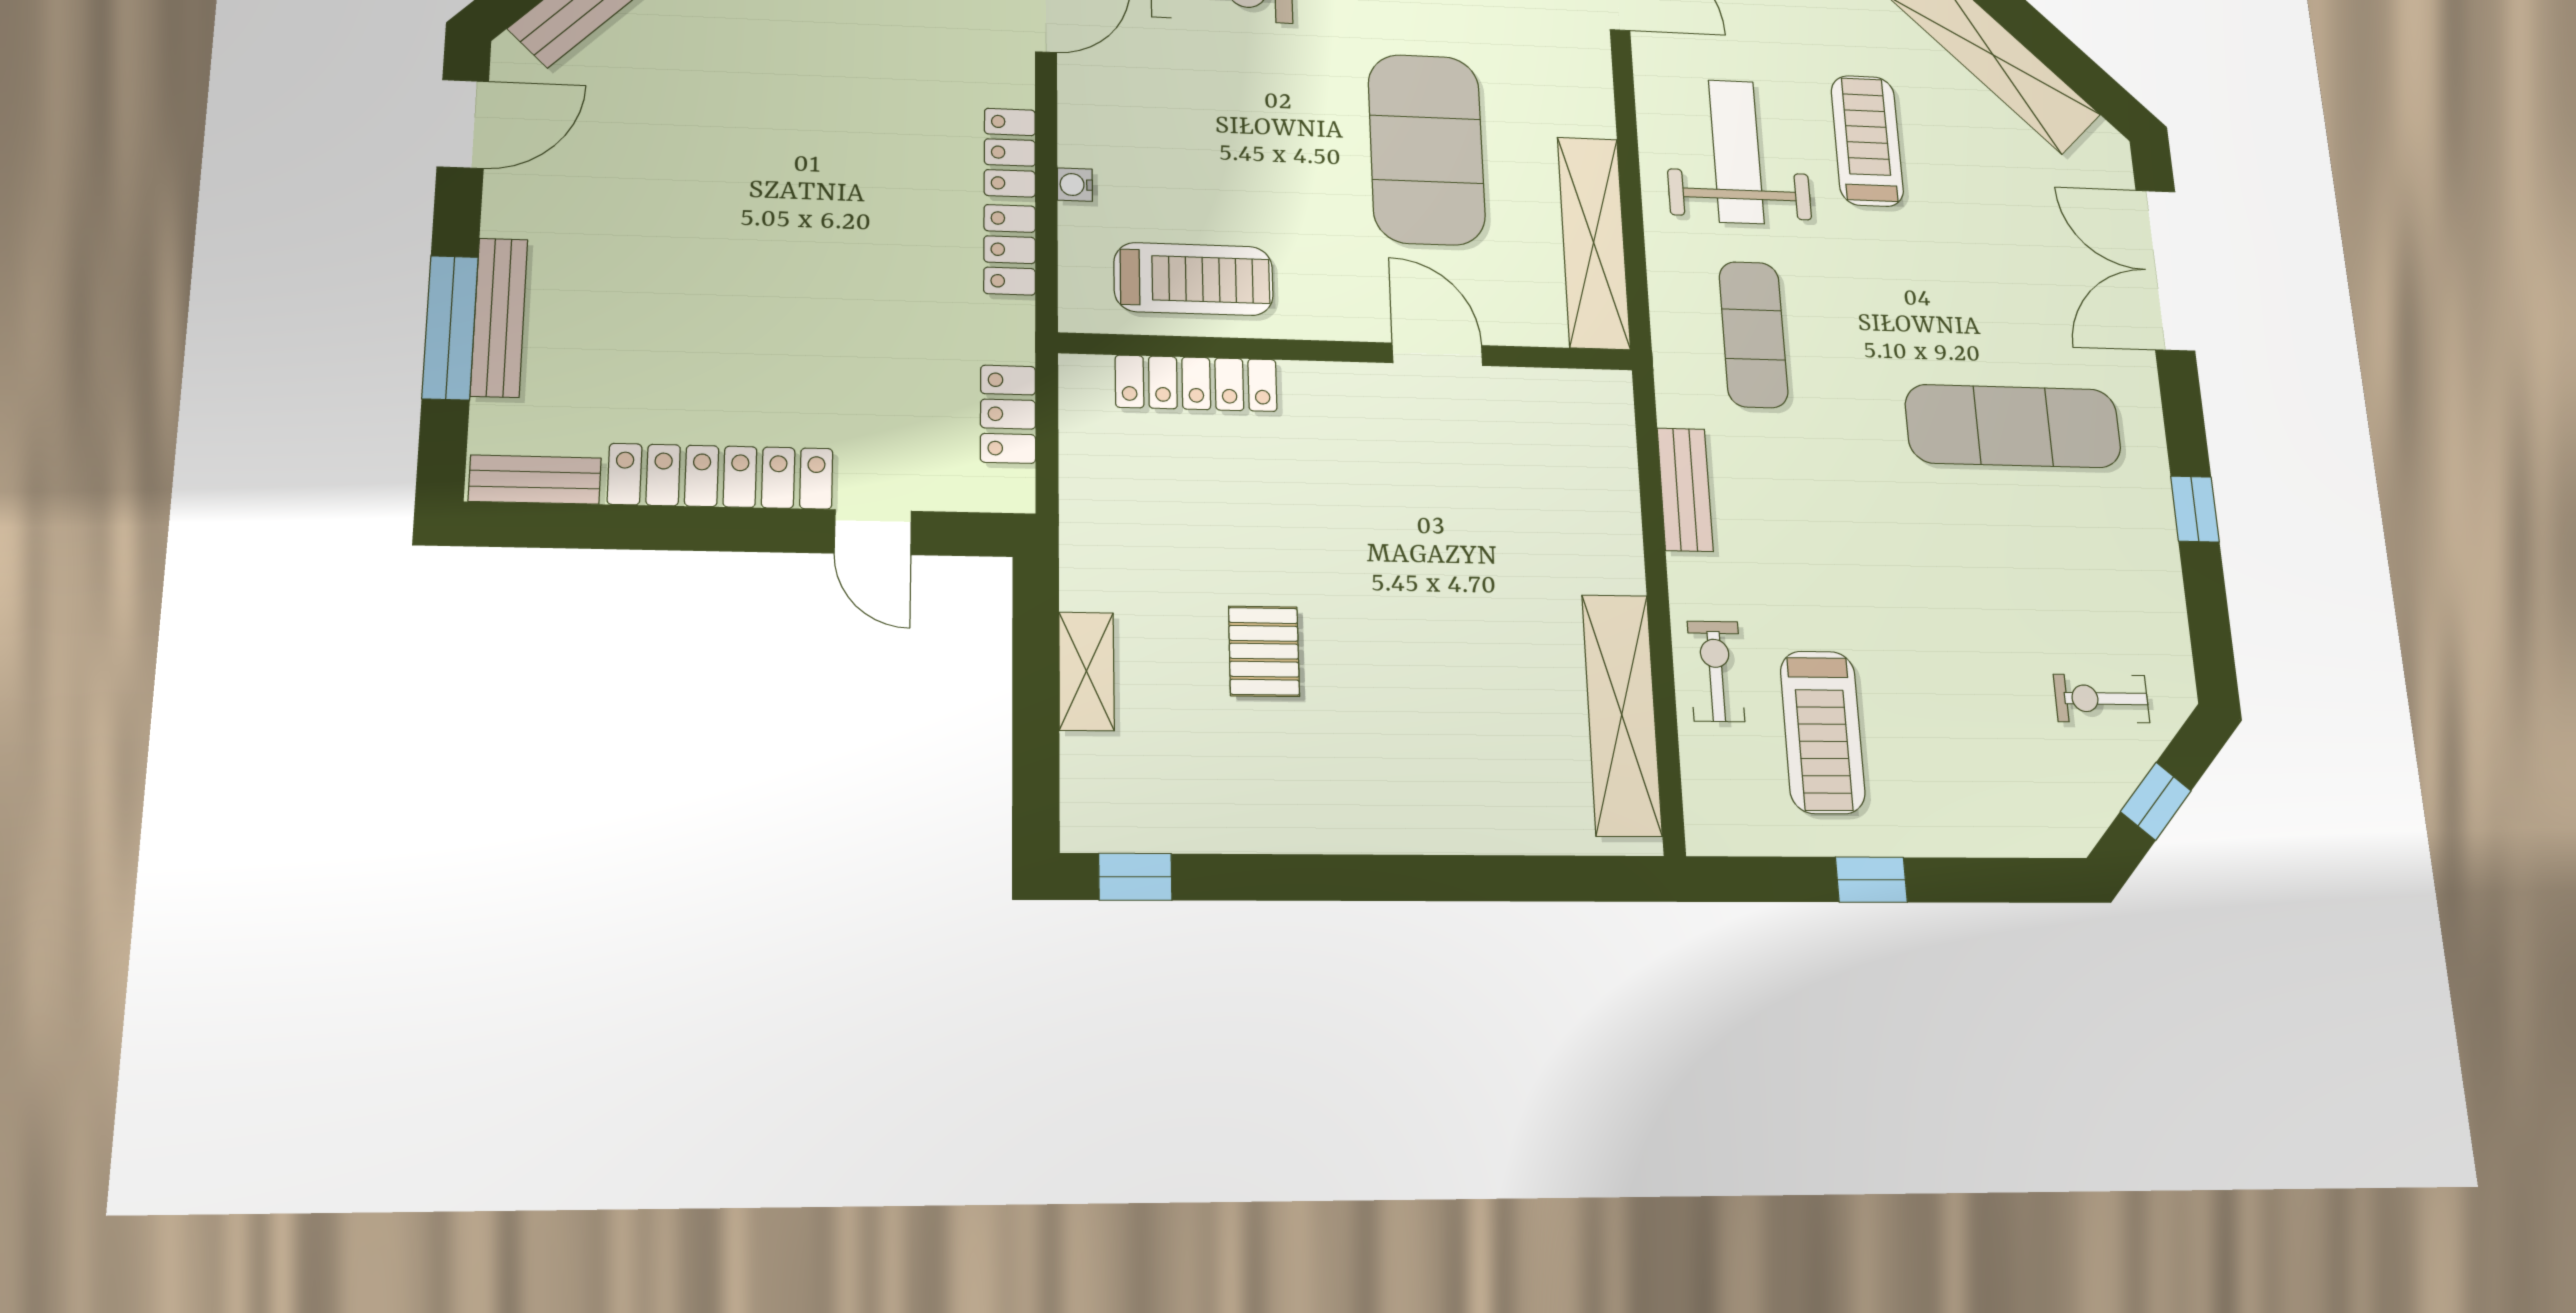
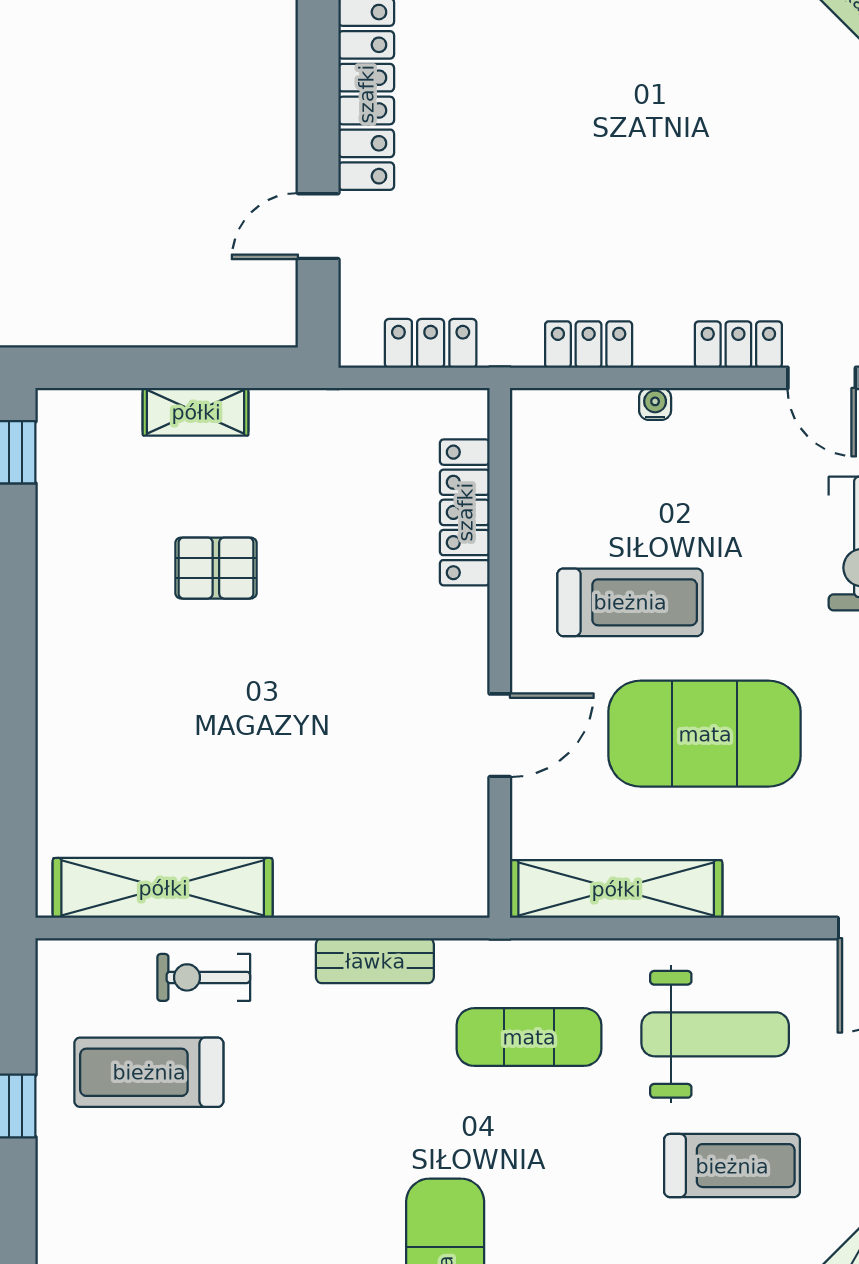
locker: (1010, 153) -> (738, 345), moved
treadmill: (1194, 279) -> (630, 602), moved, turned -90
exercise bike: (1716, 671) -> (204, 977), turned 180

